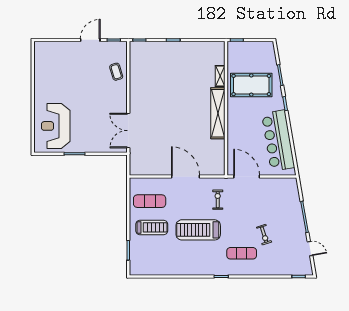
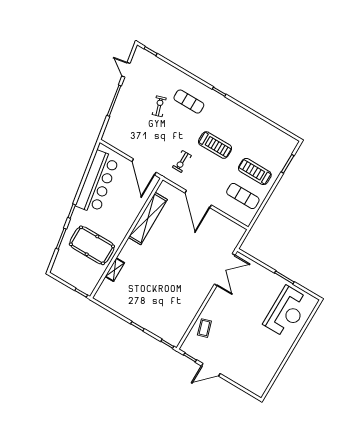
shelving: (218, 113) -> (148, 218), moved
treadmill: (198, 230) -> (215, 145), width x0.73, depth x0.73

